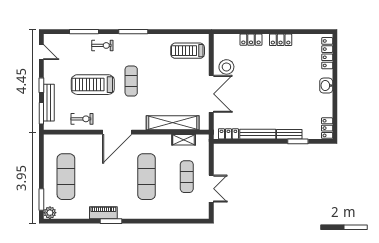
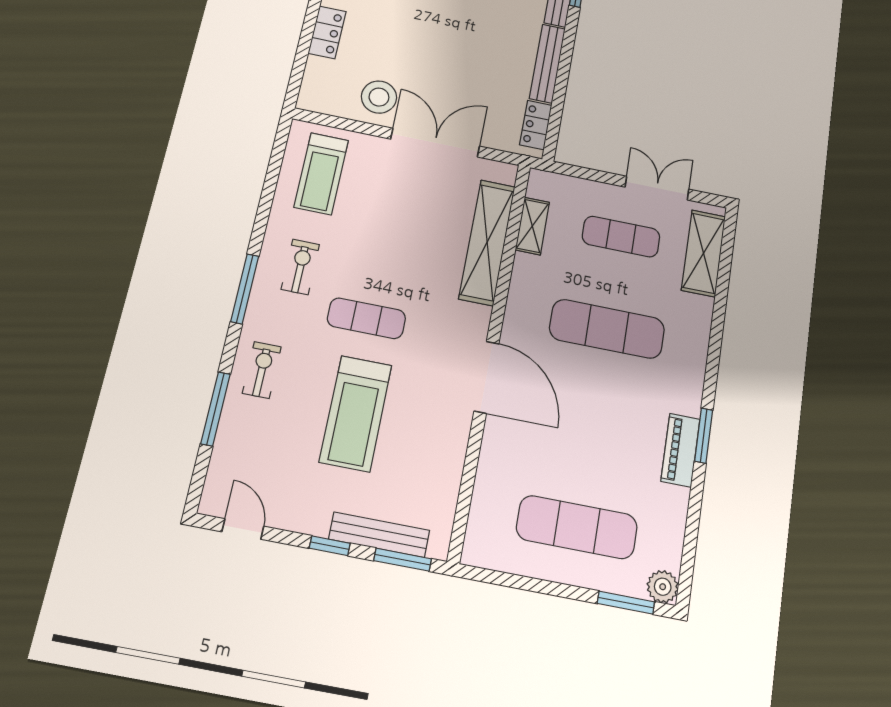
door: (41, 52) -> (243, 529), hinge flipped
exercise bike: (82, 119) -> (300, 267), moved
shelving: (187, 212) -> (704, 253), added

